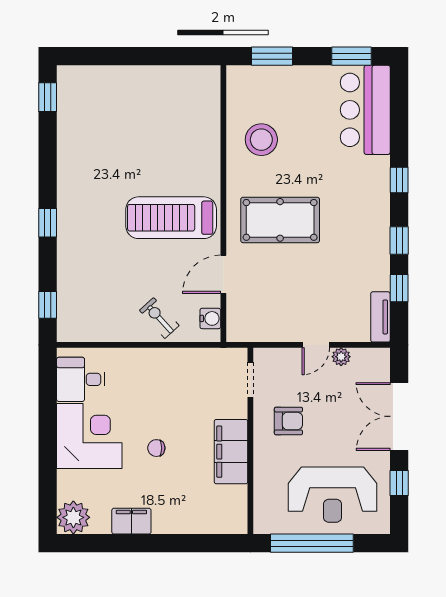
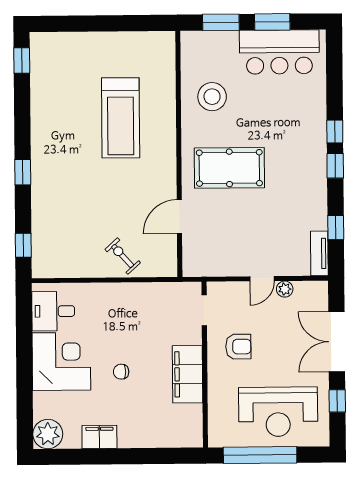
window: (351, 56) -> (272, 22), moved
bar counter: (365, 110) -> (279, 52), moved, turned -90
treadmill: (171, 218) -> (121, 118), moved, turned -90
window: (399, 241) -> (335, 166), moved
water cooler: (210, 318) -> (168, 256), removed

